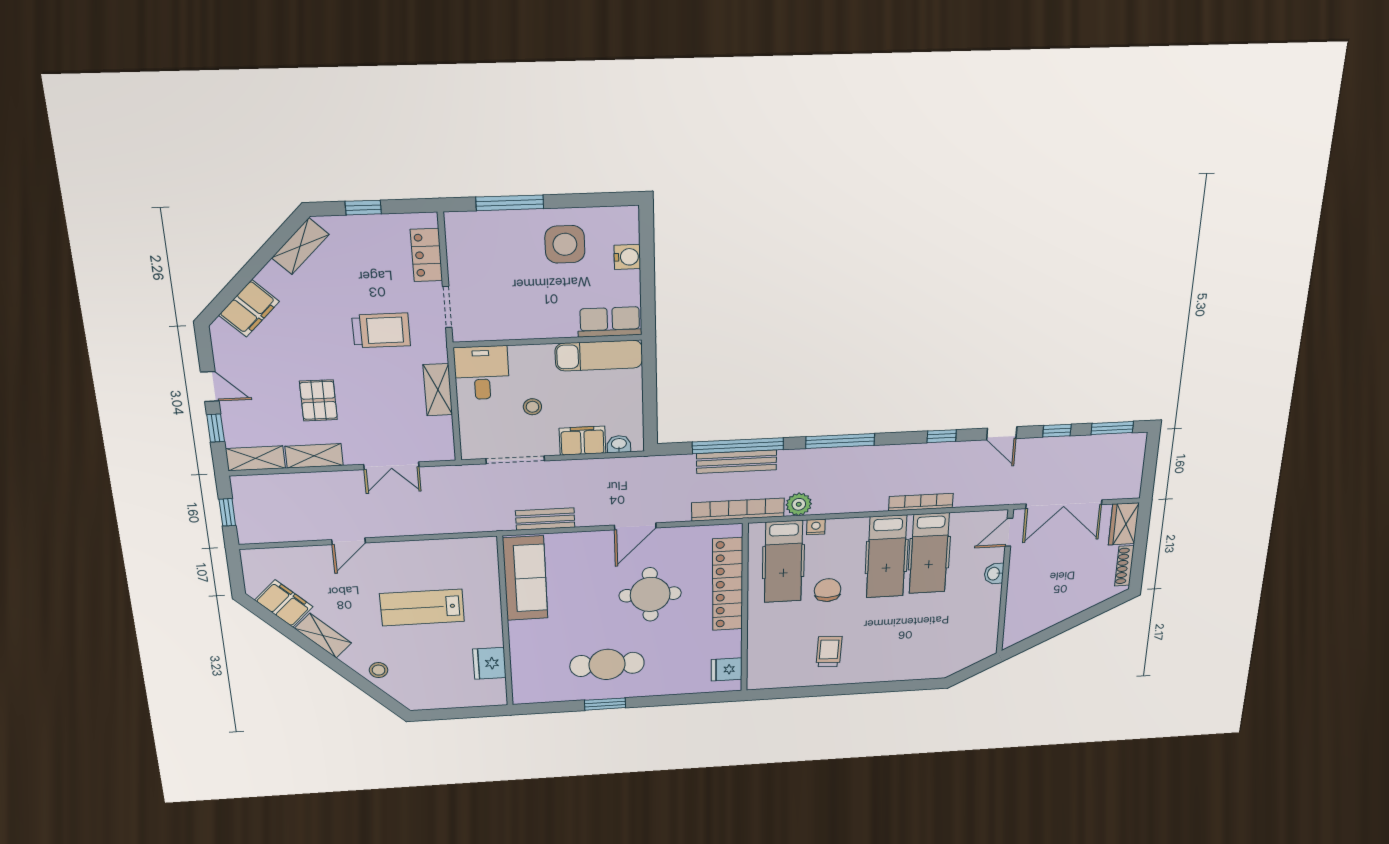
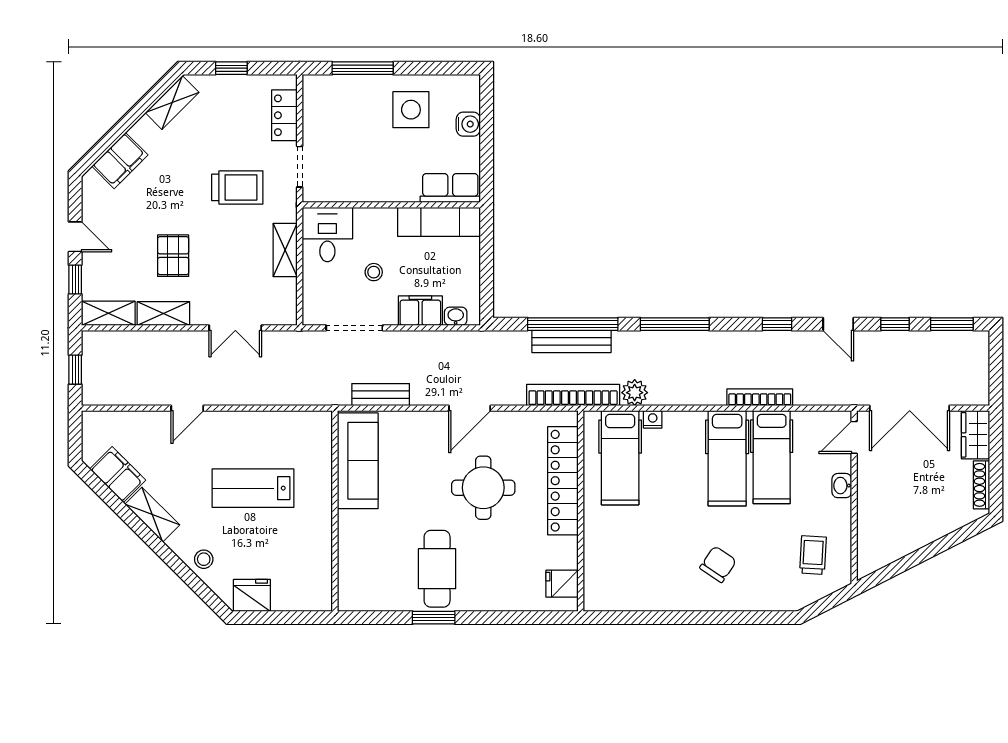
chair: (828, 590) -> (718, 564), moved, turned 34
trolley: (829, 652) -> (813, 555), moved
fridge: (489, 663) -> (252, 595), moved, turned 90
cafe table: (607, 664) -> (437, 569), turned 90

